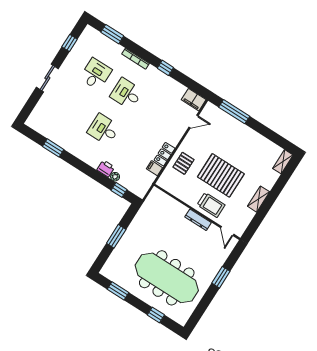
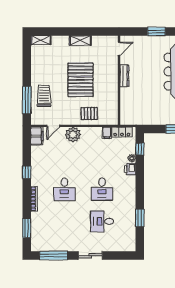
window: (70, 43) -> (54, 256), width x2.17
desk: (96, 74) -> (102, 221), moved
door: (194, 121) -> (53, 126), swing flipped
plant: (173, 135) -> (73, 135), added
locker: (165, 154) -> (122, 132), moved
trolley: (211, 205) -> (44, 96), moved

